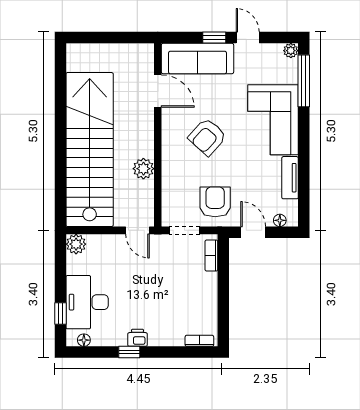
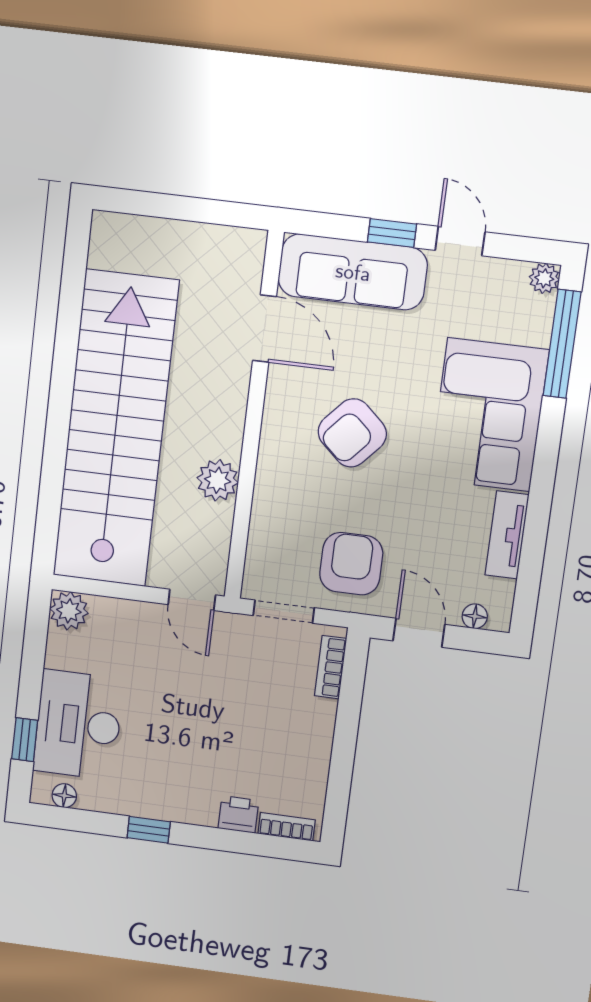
printer: (138, 338) -> (238, 814), moved

